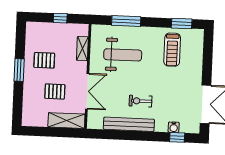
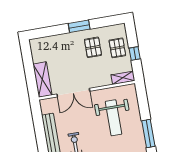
window: (126, 21) -> (148, 134), moved
shelving: (82, 49) -> (123, 78), moved
pallet: (55, 91) -> (117, 48), moved

